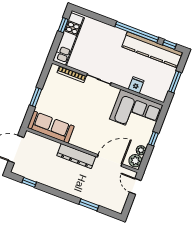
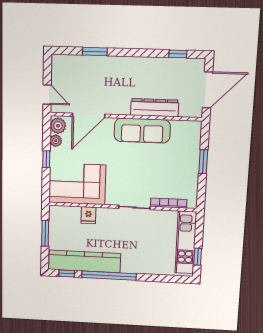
sofa: (51, 127) -> (142, 131), moved
dresser: (76, 156) -> (155, 108), moved

